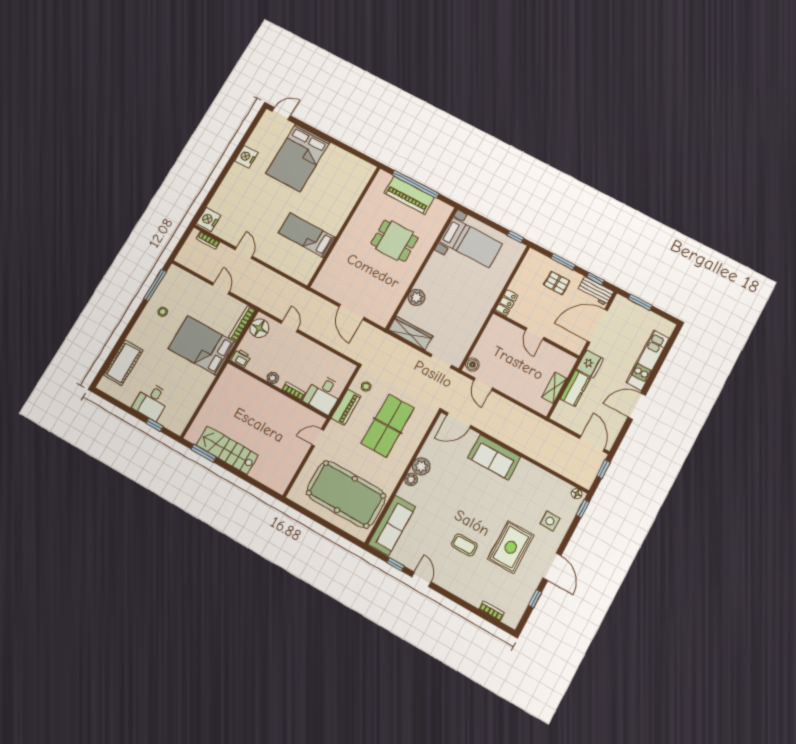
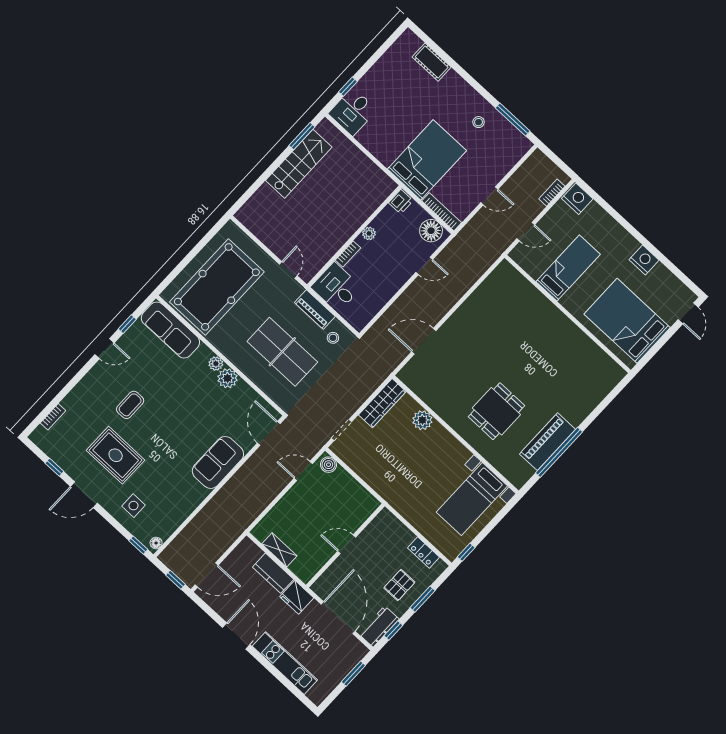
wall: (344, 227) -> (568, 314), moved
bed: (307, 235) -> (568, 268), moved
locker: (507, 303) -> (423, 552), moved
cot: (123, 363) -> (432, 62), width x0.73, depth x0.75
desk: (152, 401) -> (353, 112), moved, turned -90

